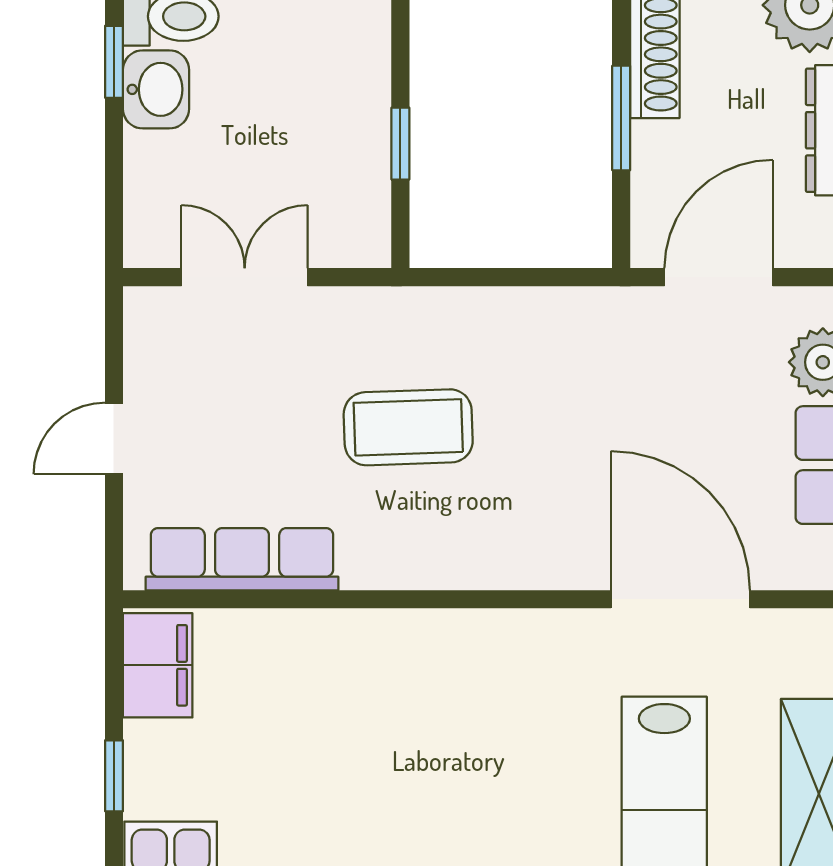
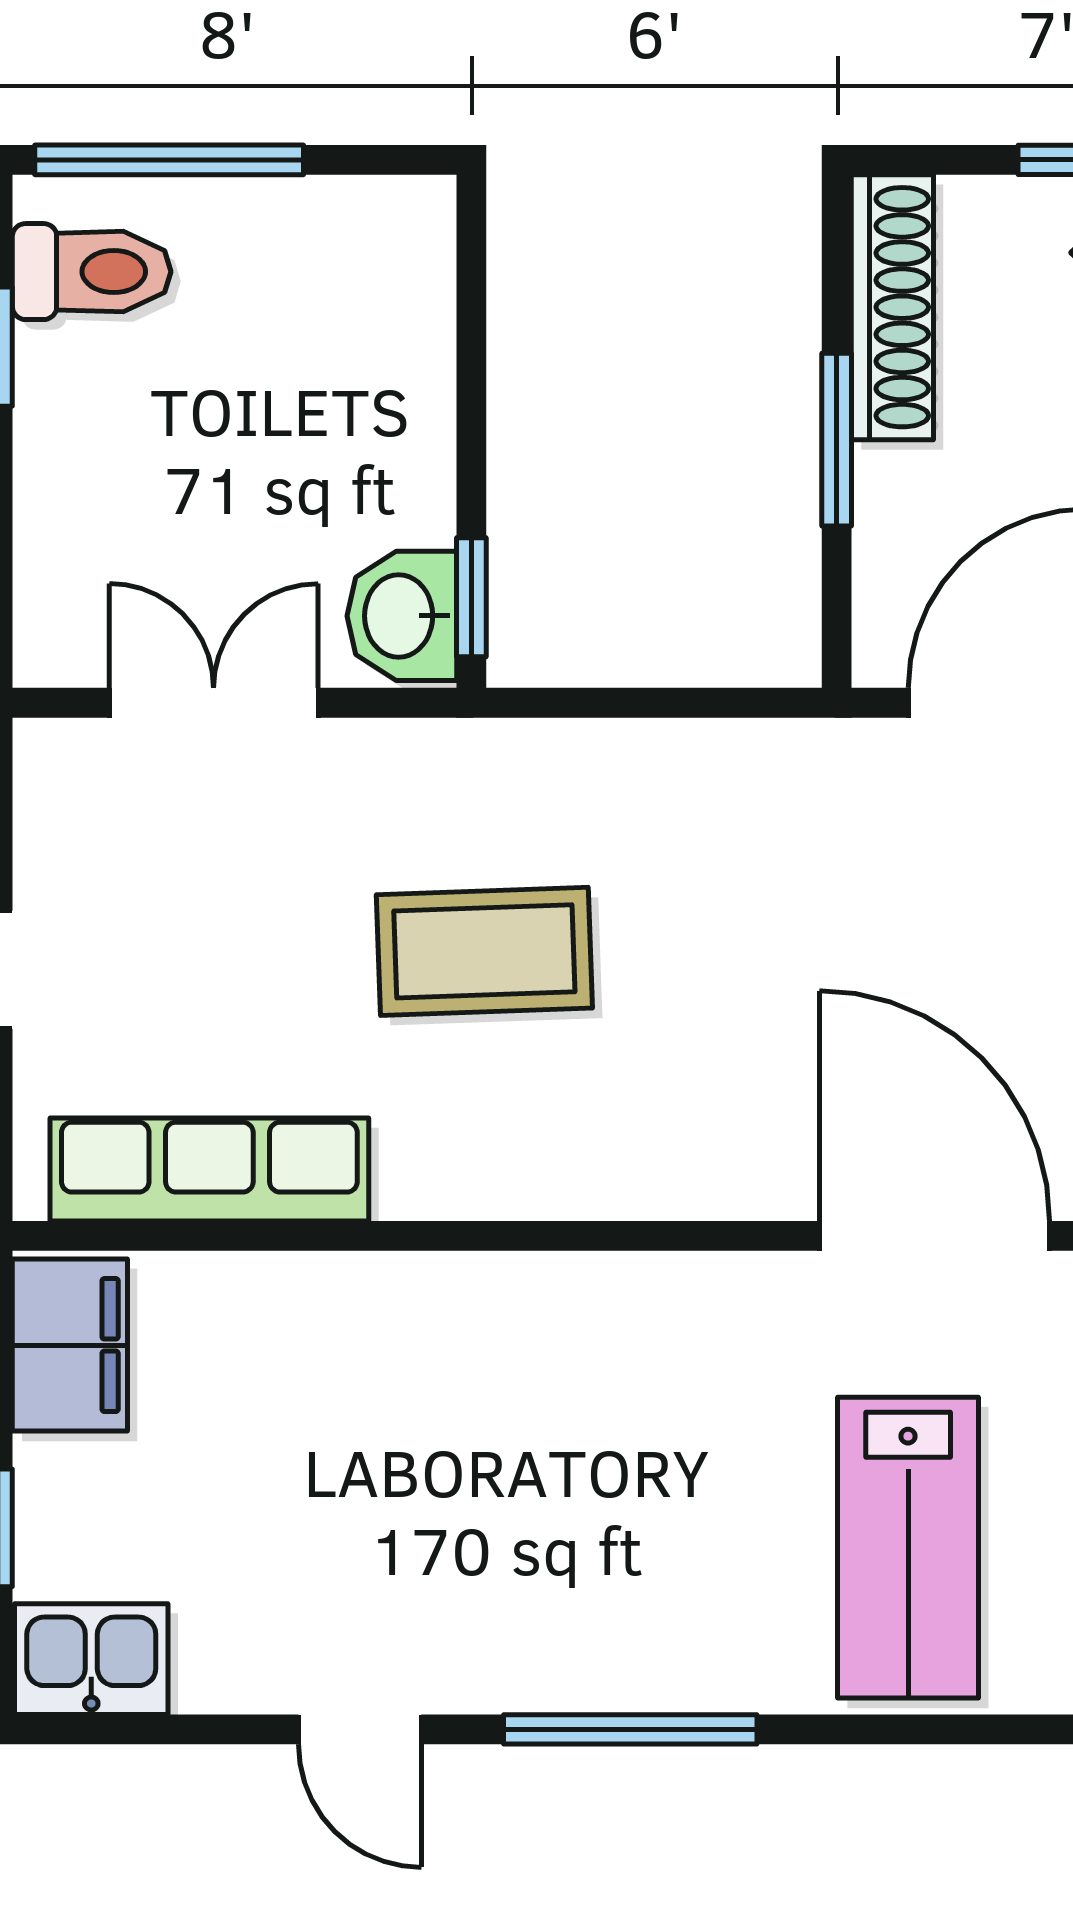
washbasin: (156, 89) -> (402, 616), moved, turned 180
window: (400, 144) -> (471, 597), moved

